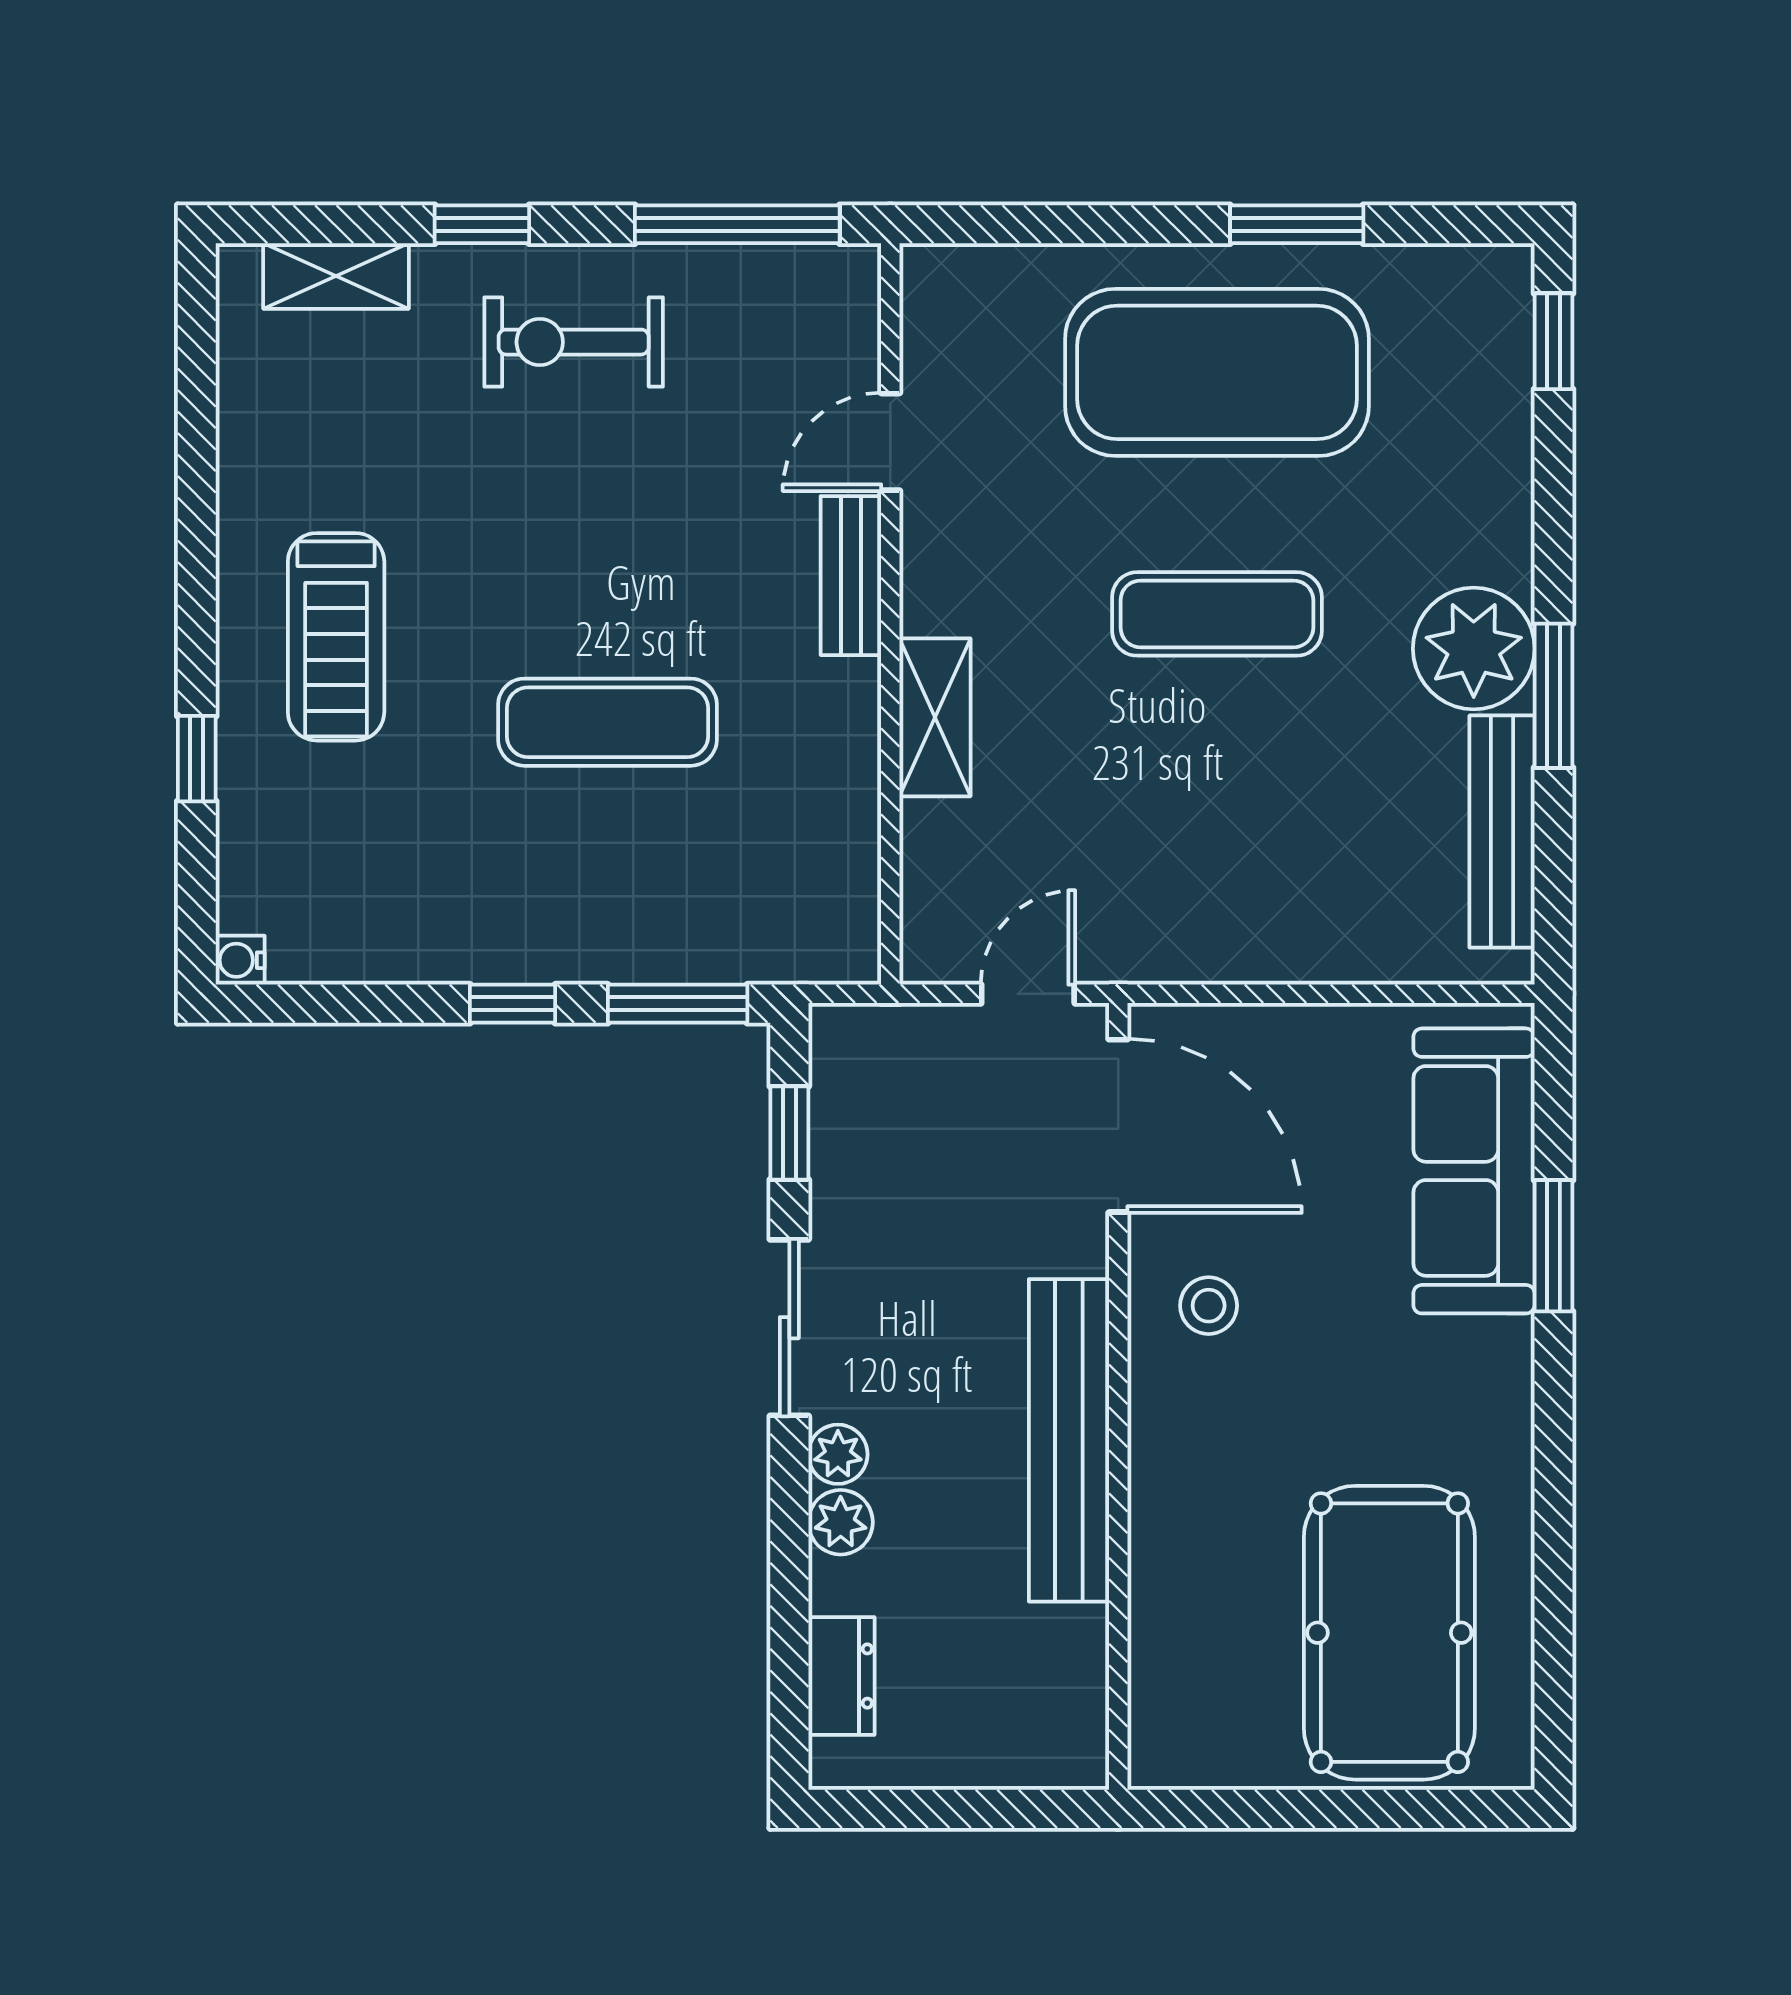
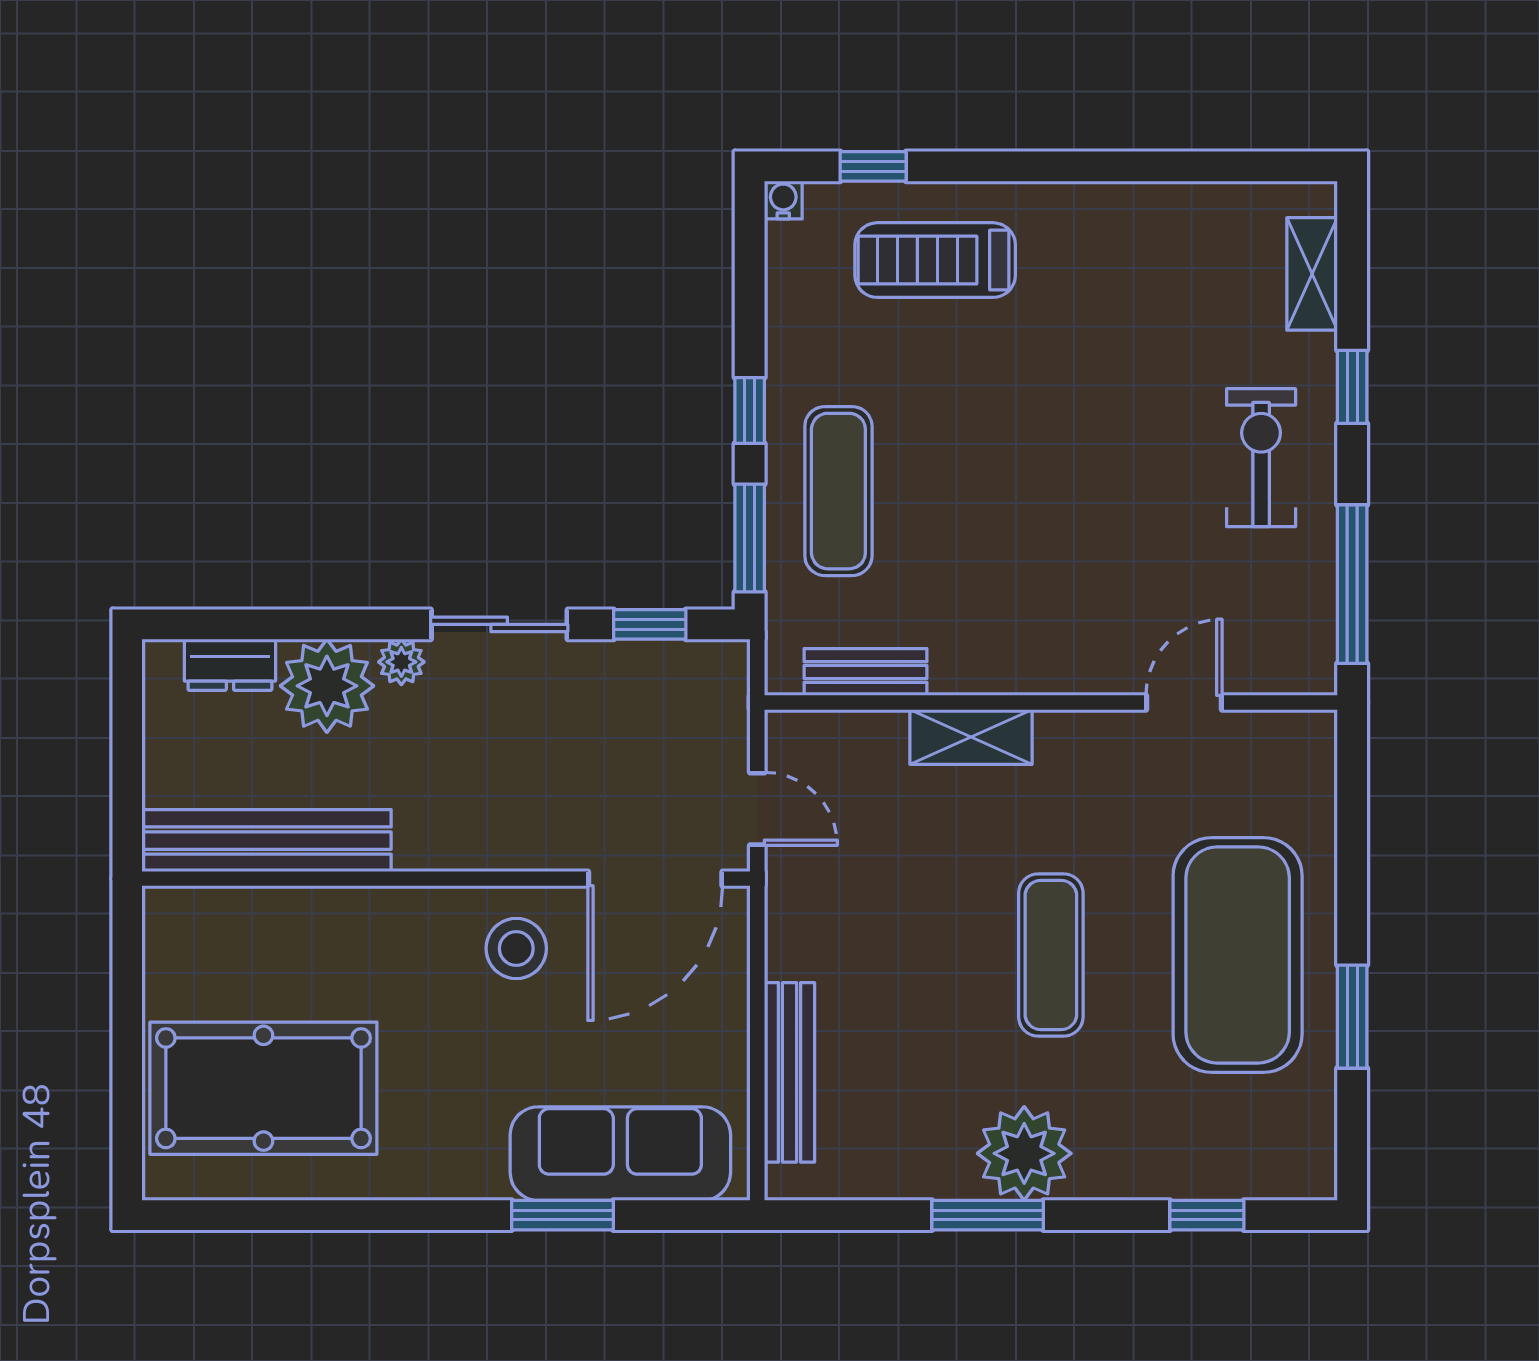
window: (1554, 341) -> (1207, 1215), moved
door: (890, 442) -> (1184, 702), hinge flipped
bench: (851, 576) -> (866, 672), moved
treadmill: (336, 637) -> (935, 260), moved
exercise mat: (607, 722) -> (838, 491), moved
window: (197, 759) -> (873, 166), moved
bench: (1502, 832) -> (789, 1072), moved, turned 90
stool: (1209, 1306) -> (516, 948), width x1.37, depth x1.37
bench: (1069, 1440) -> (267, 841), moved
plant: (841, 1522) -> (327, 686), width x1.88, depth x1.88

